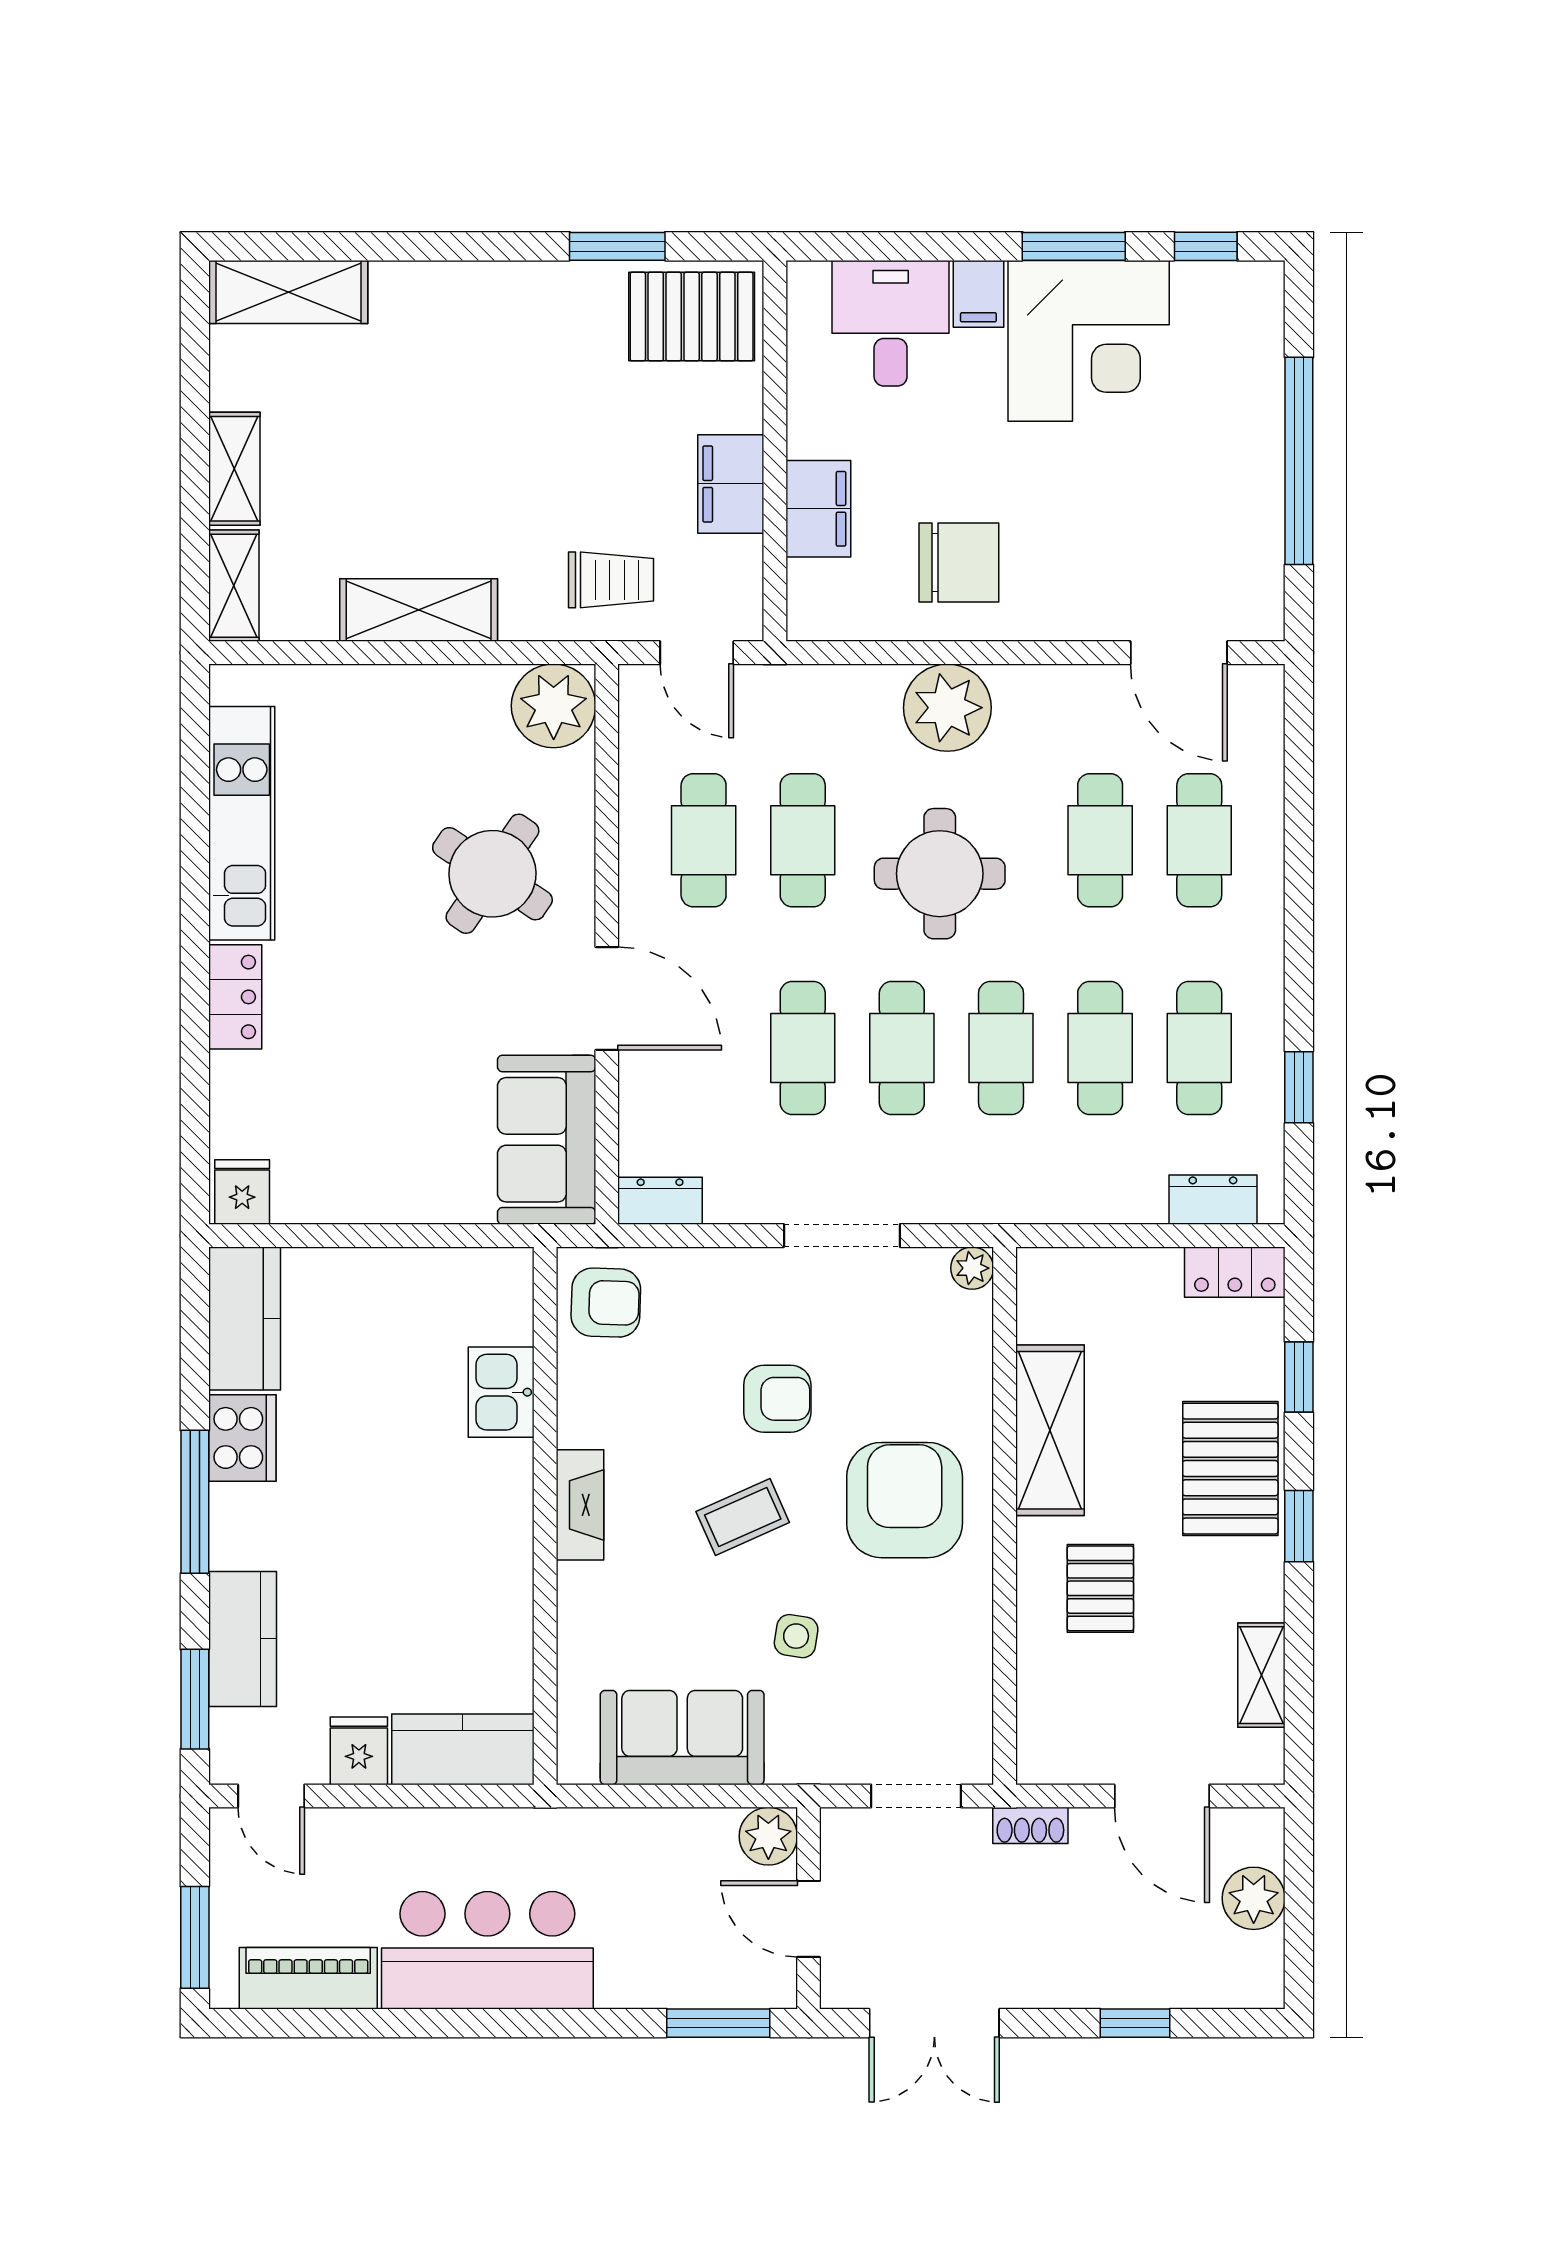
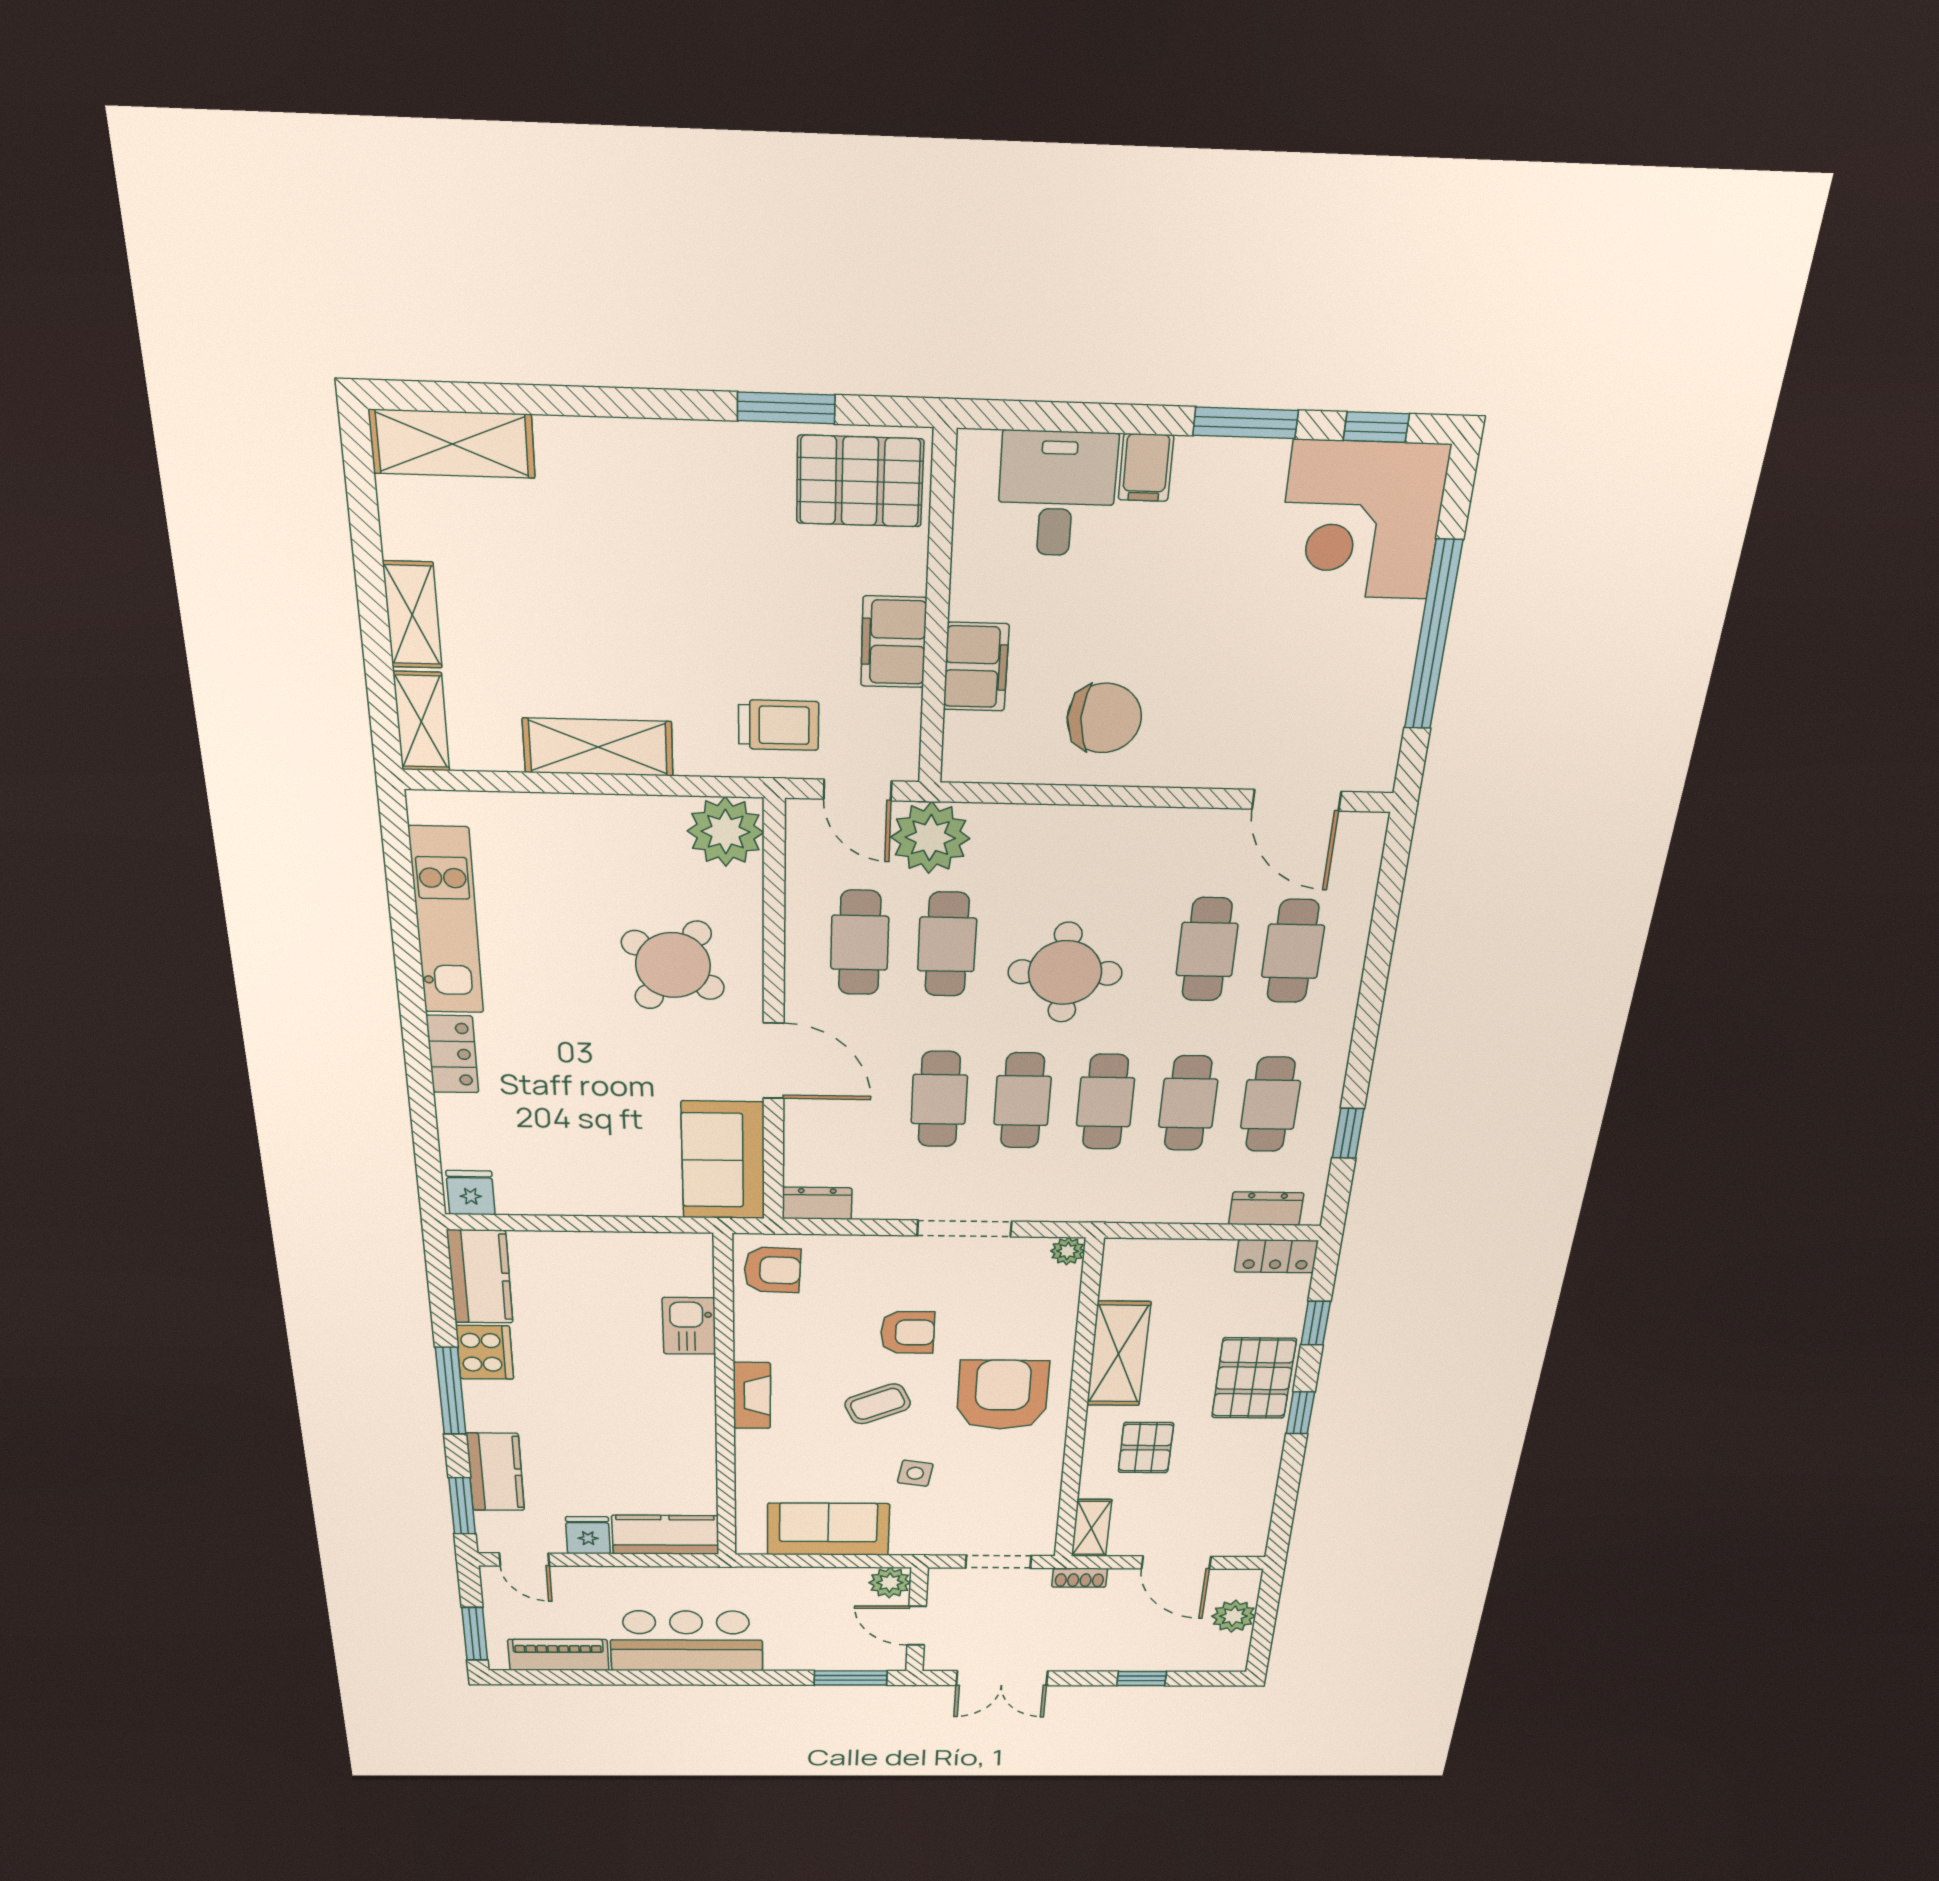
corner desk: (1089, 341) -> (1361, 521), moved, turned 90
plant: (947, 708) -> (930, 838), moved
shelving: (1261, 1675) -> (1091, 1528), moved

